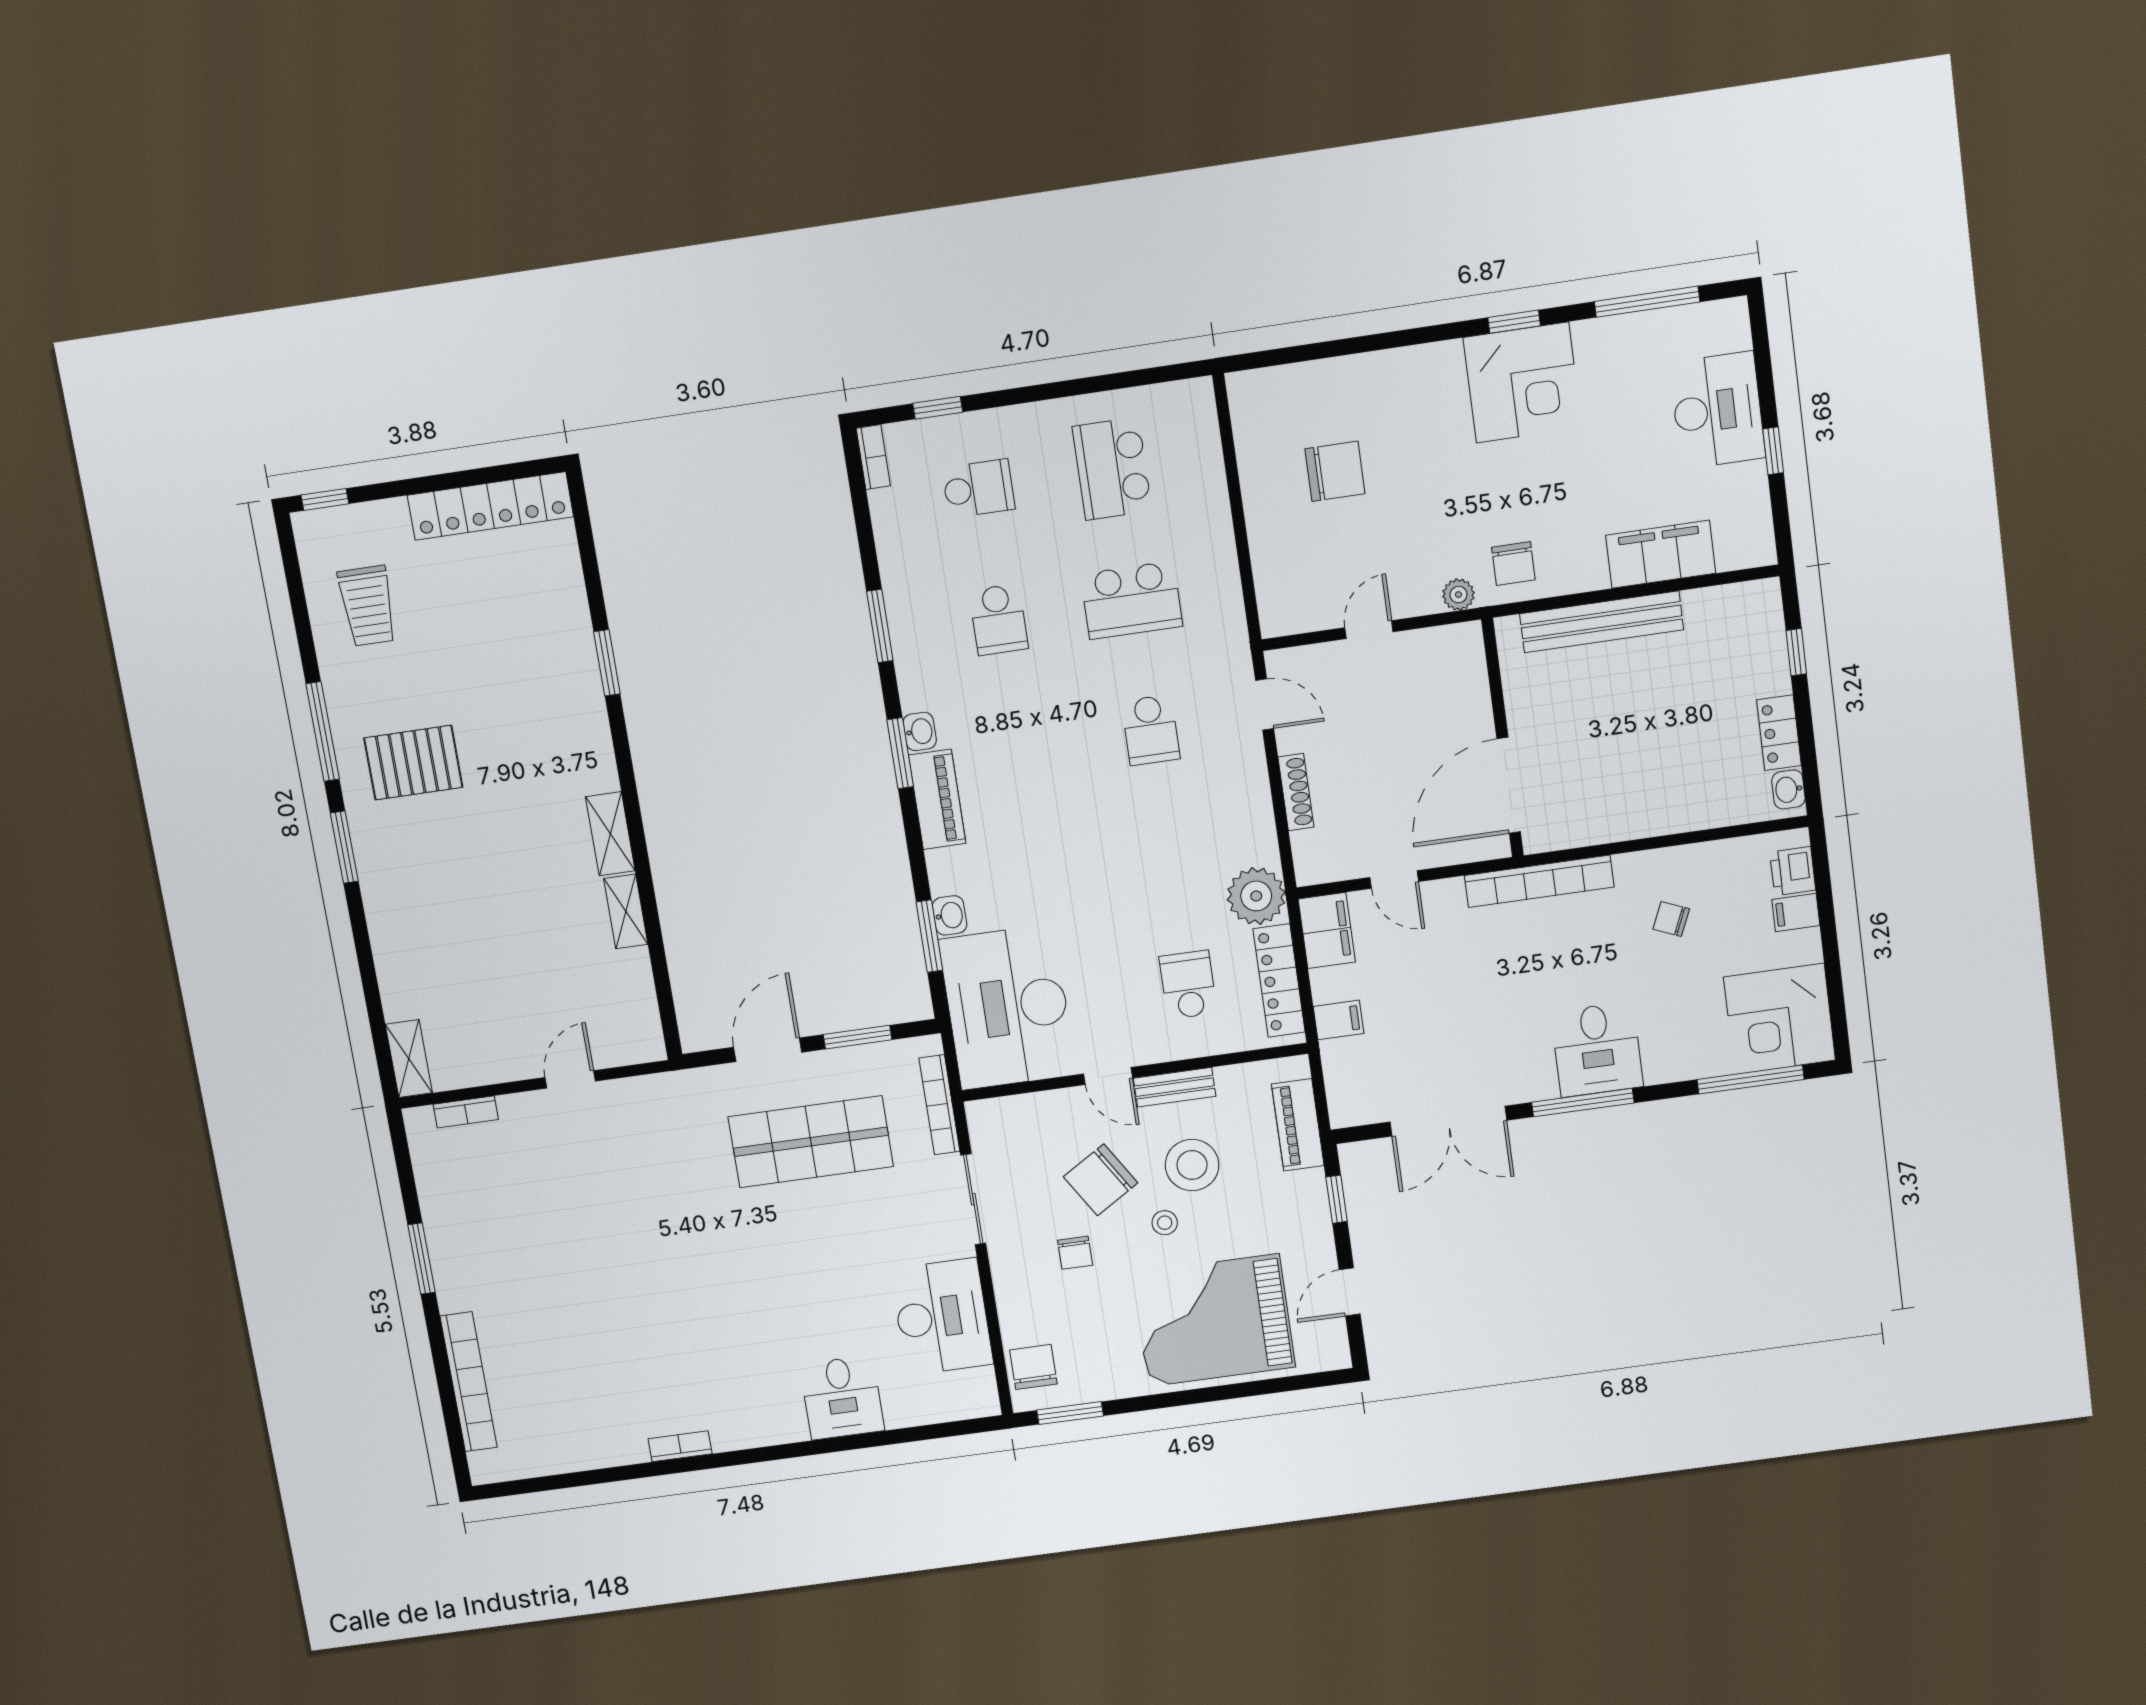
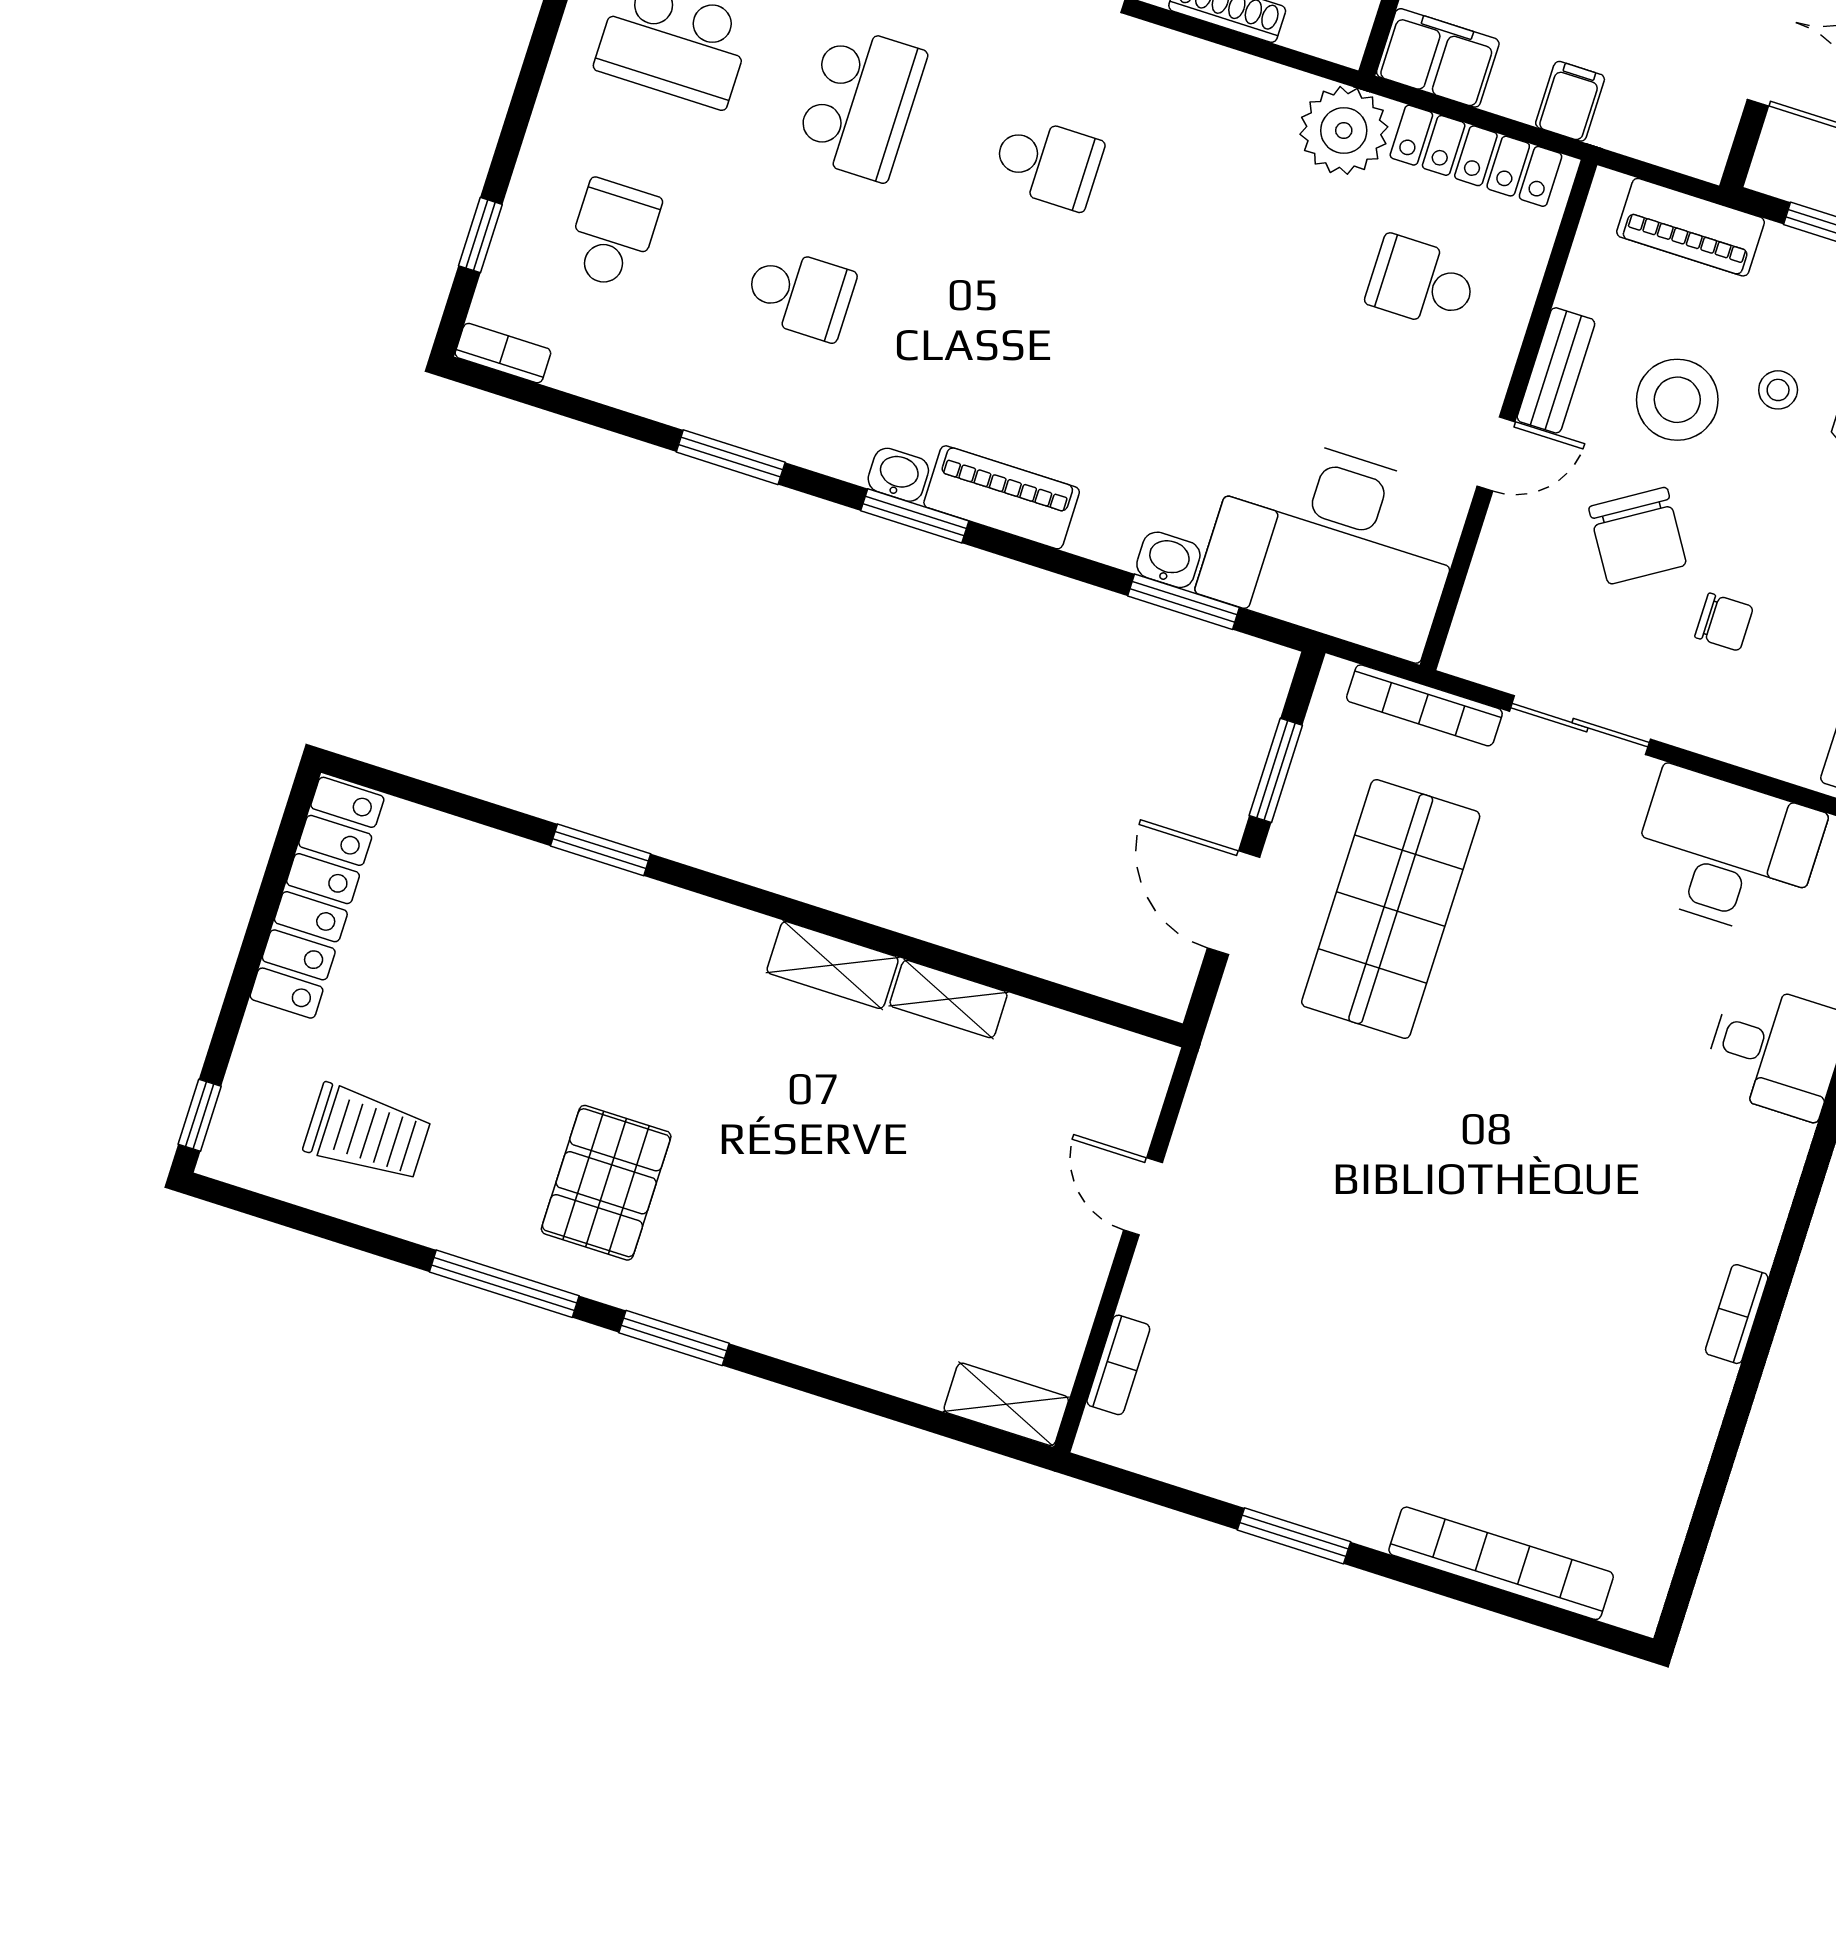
stool: (1165, 1223) -> (1778, 390), moved

